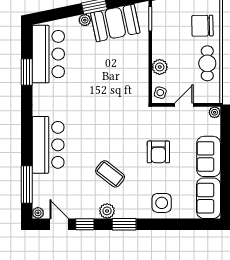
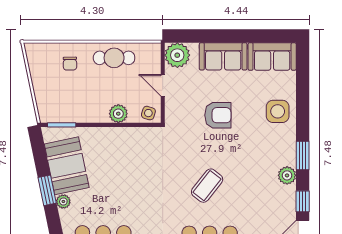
chair: (202, 26) -> (70, 64), width x0.54, depth x0.54
plant: (215, 112) -> (177, 55), width x1.87, depth x1.87
coffee table: (110, 174) -> (207, 186), moved

